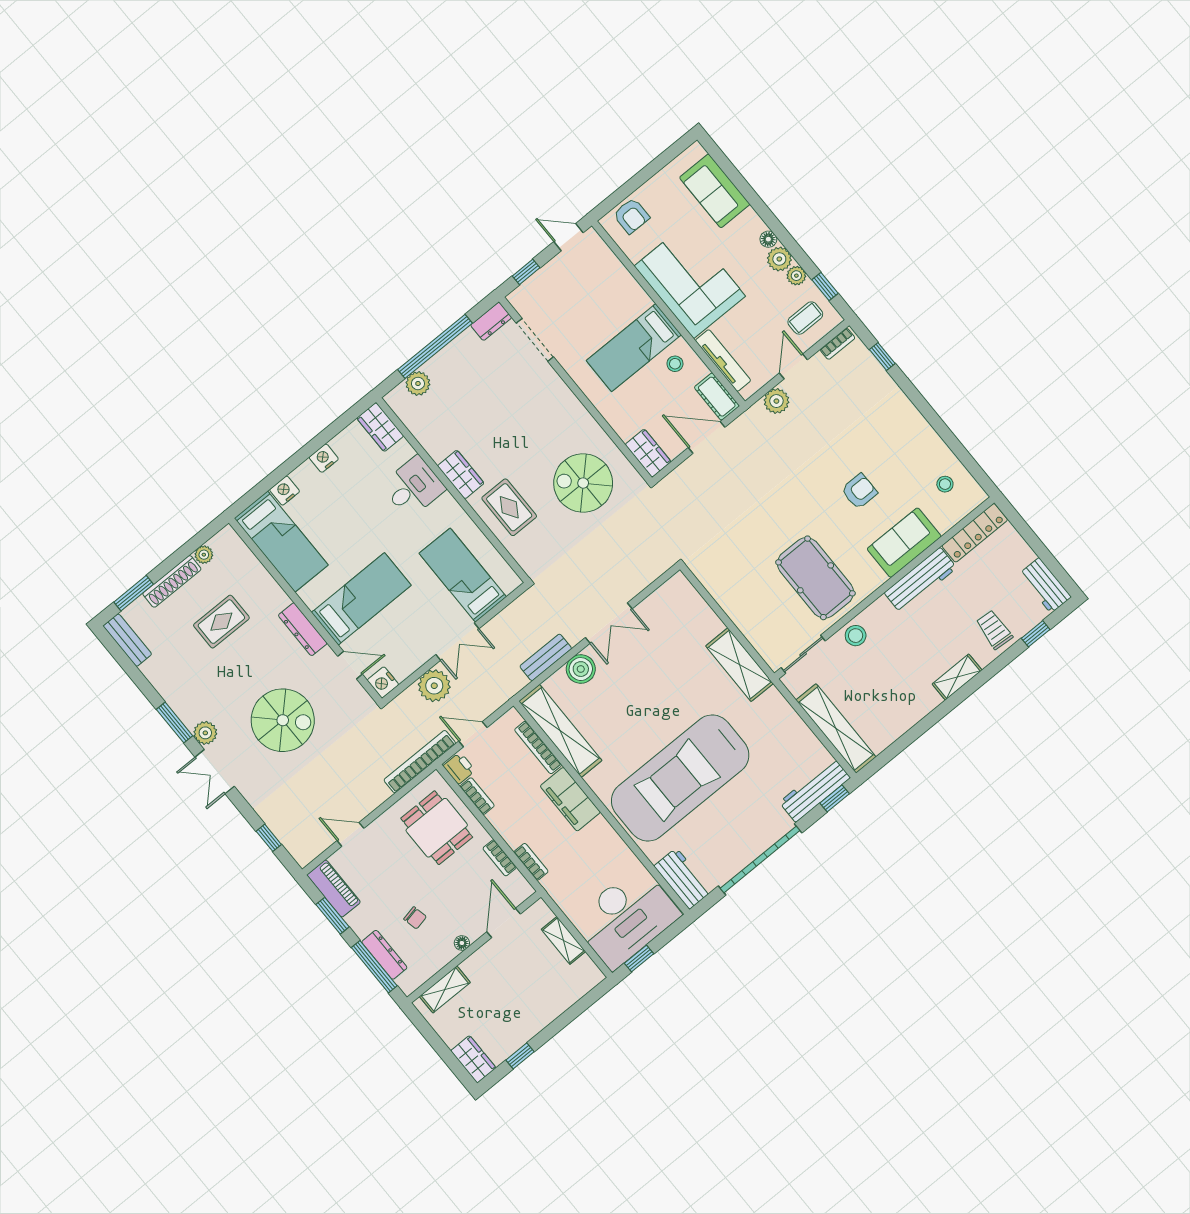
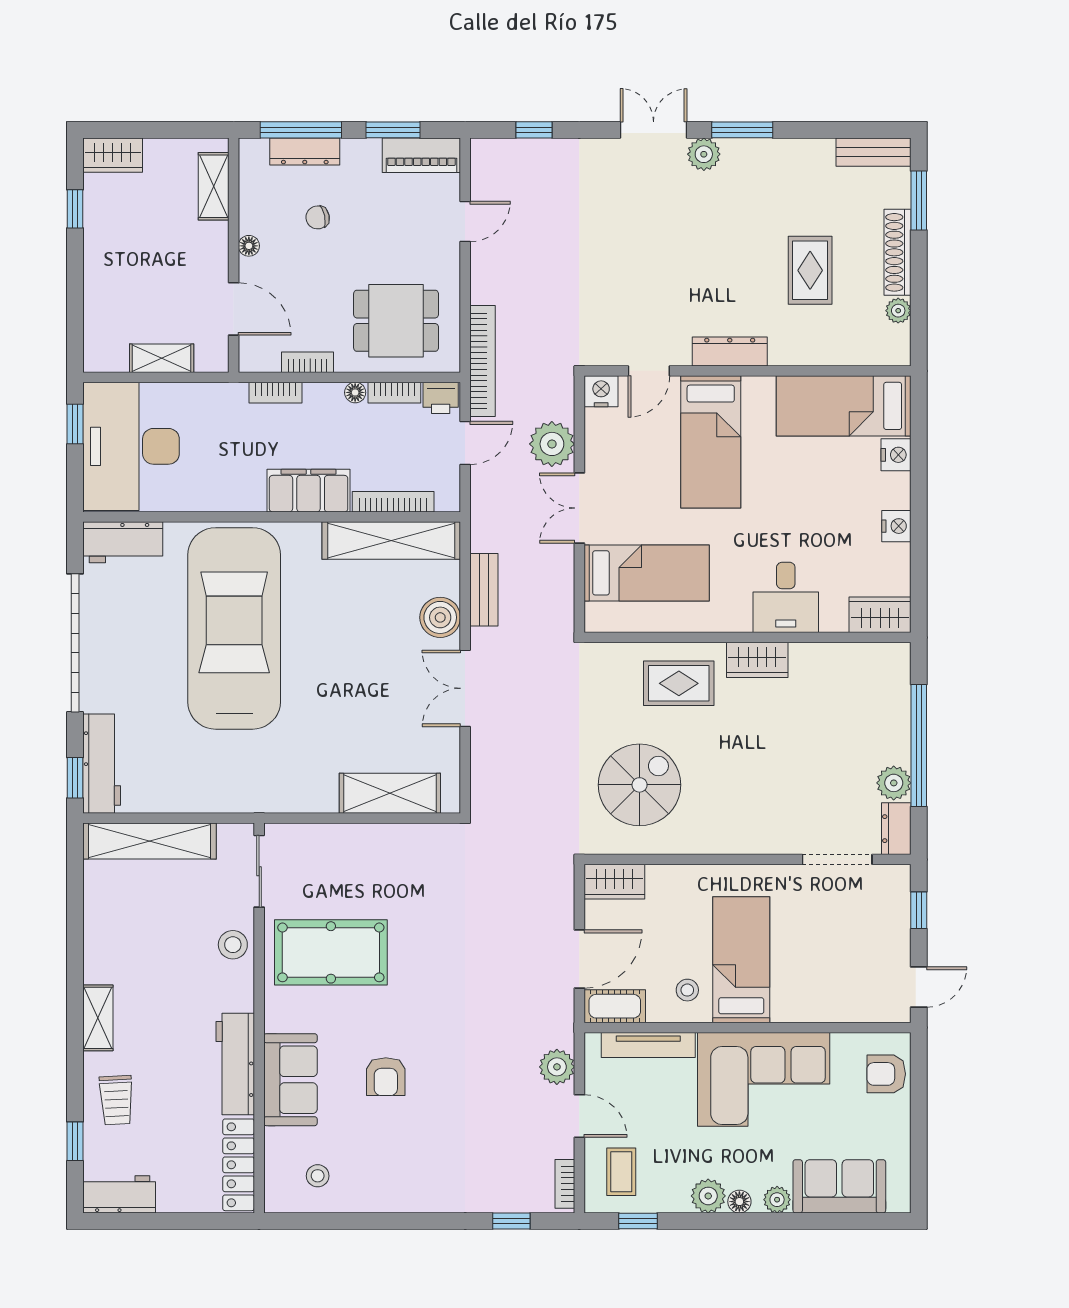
plant: (796, 276) -> (777, 1200), moved
plant: (418, 383) -> (894, 783), moved
trolley: (994, 630) -> (116, 1100), turned 83
shelving: (740, 665) -> (390, 793), moved
spiral stairs: (283, 720) -> (649, 249), removed
floor lamp: (495, 818) -> (355, 392), added

